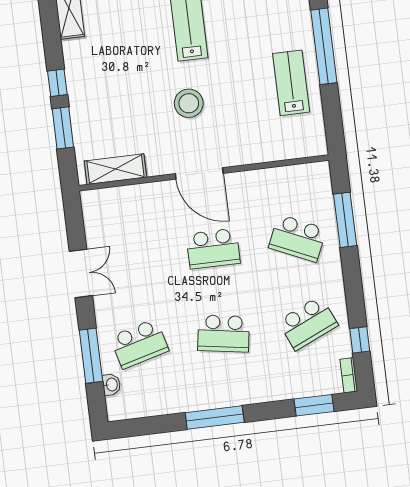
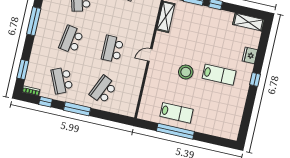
window: (324, 46) -> (175, 131), moved
stool: (189, 103) -> (186, 72), moved
door: (199, 173) -> (150, 55), width x0.53
window: (345, 220) -> (77, 109), moved

